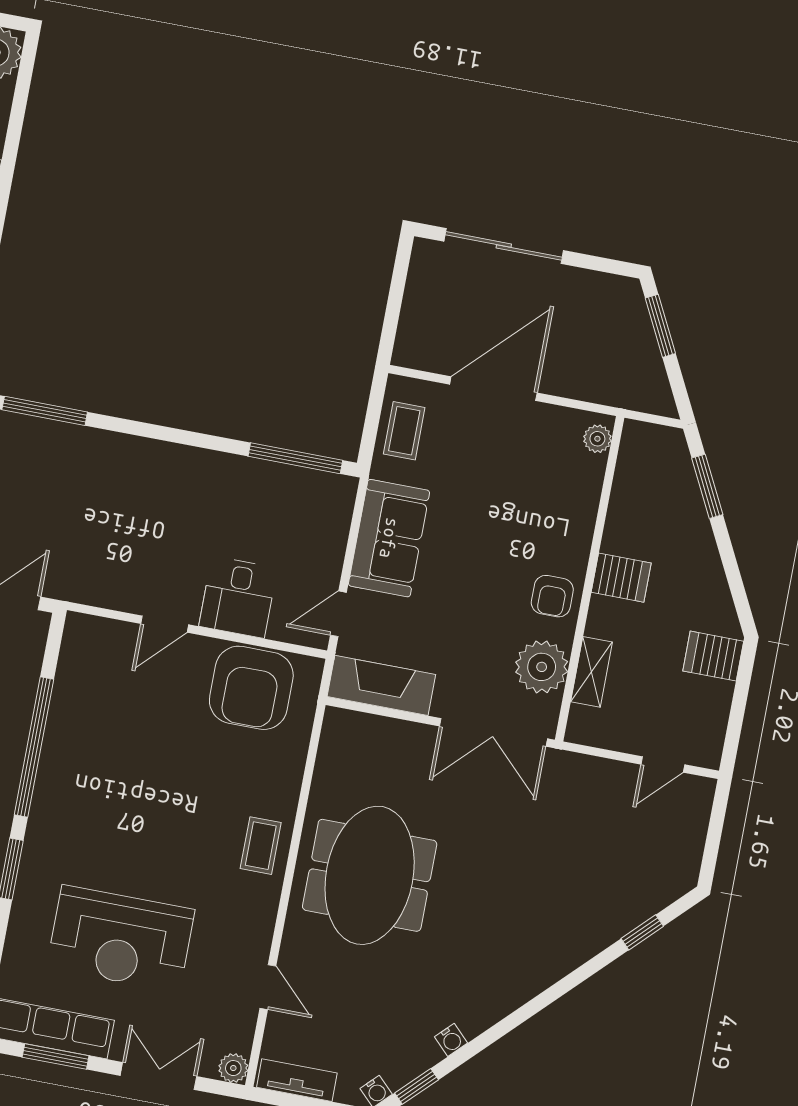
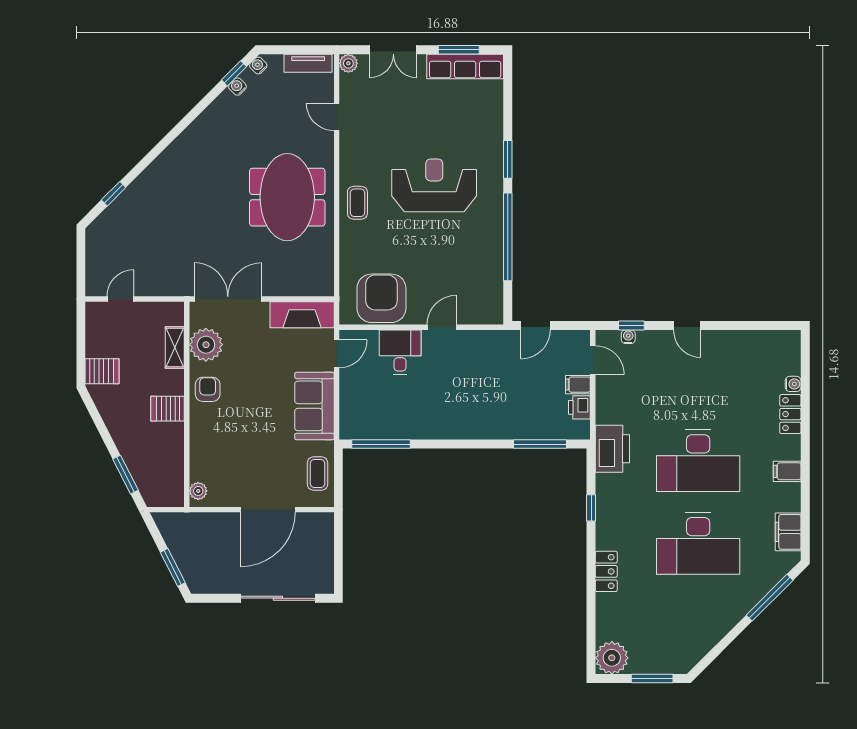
reception desk: (121, 939) -> (434, 185), moved
water cooler: (451, 1040) -> (237, 87), moved

